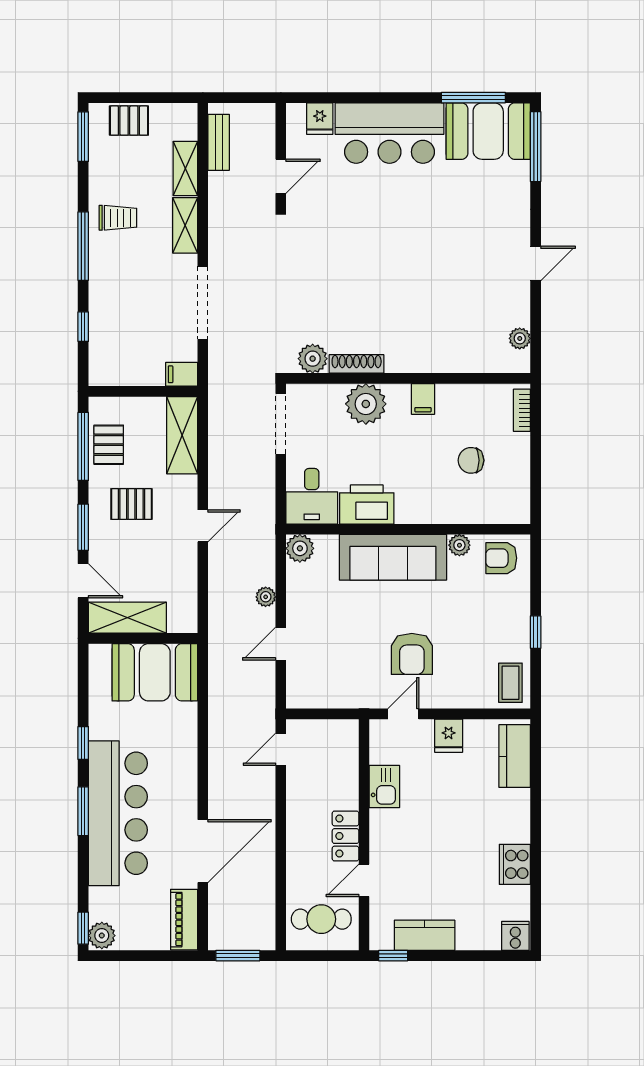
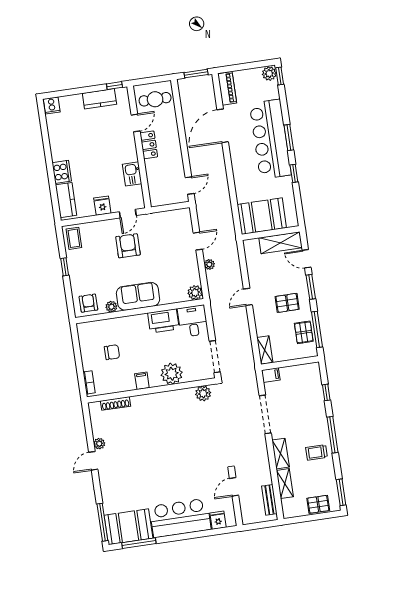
plant: (520, 338) -> (99, 444), moved
shoe rack: (357, 364) -> (115, 403), moved
shelving: (182, 435) -> (265, 350), width x0.67, depth x0.75
sofa: (393, 557) -> (138, 296), width x0.73
armchair: (501, 558) -> (88, 303), turned -90
cooker: (515, 864) -> (62, 172), moved

